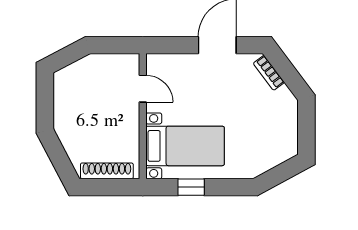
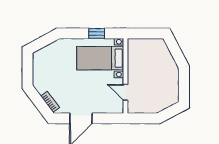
shoe rack: (107, 171) -> (147, 43), removed

